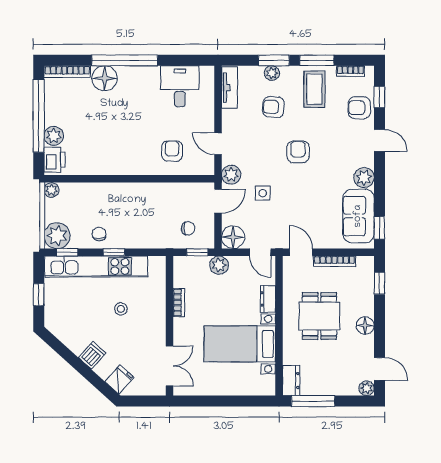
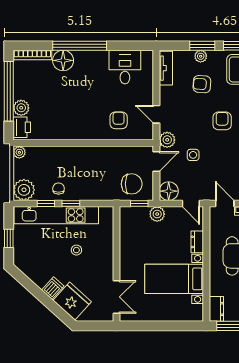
chair: (188, 228) -> (132, 184), width x1.87, depth x1.87
window: (67, 252) -> (46, 203), moved
bookcase: (179, 303) -> (124, 245), removed
fridge: (119, 379) -> (72, 301), width x1.88, depth x1.34

